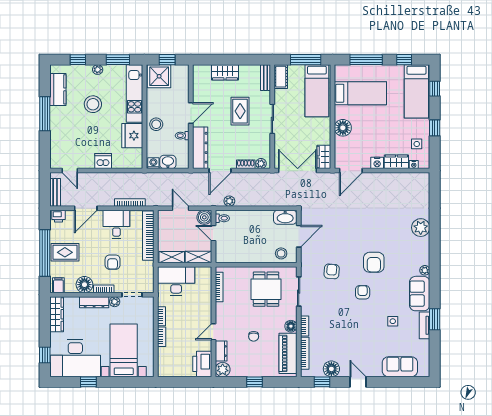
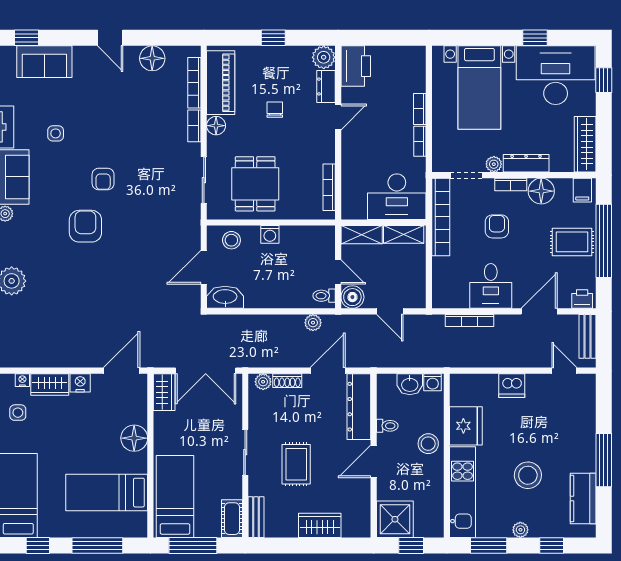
shower: (159, 76) -> (395, 519), moved
bookcase: (148, 236) -> (441, 217), moved
washing machine: (257, 257) -> (270, 234), added
armchair: (332, 271) -> (152, 212), removed
window: (322, 382) -> (26, 38), moved

